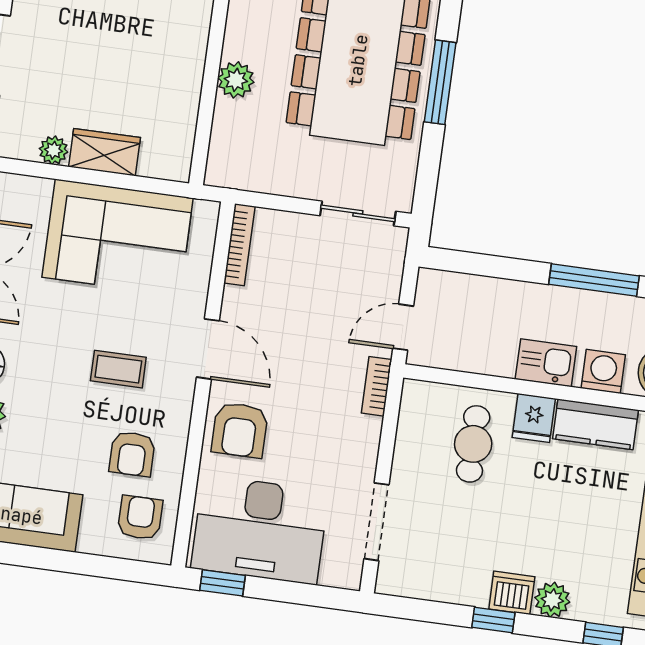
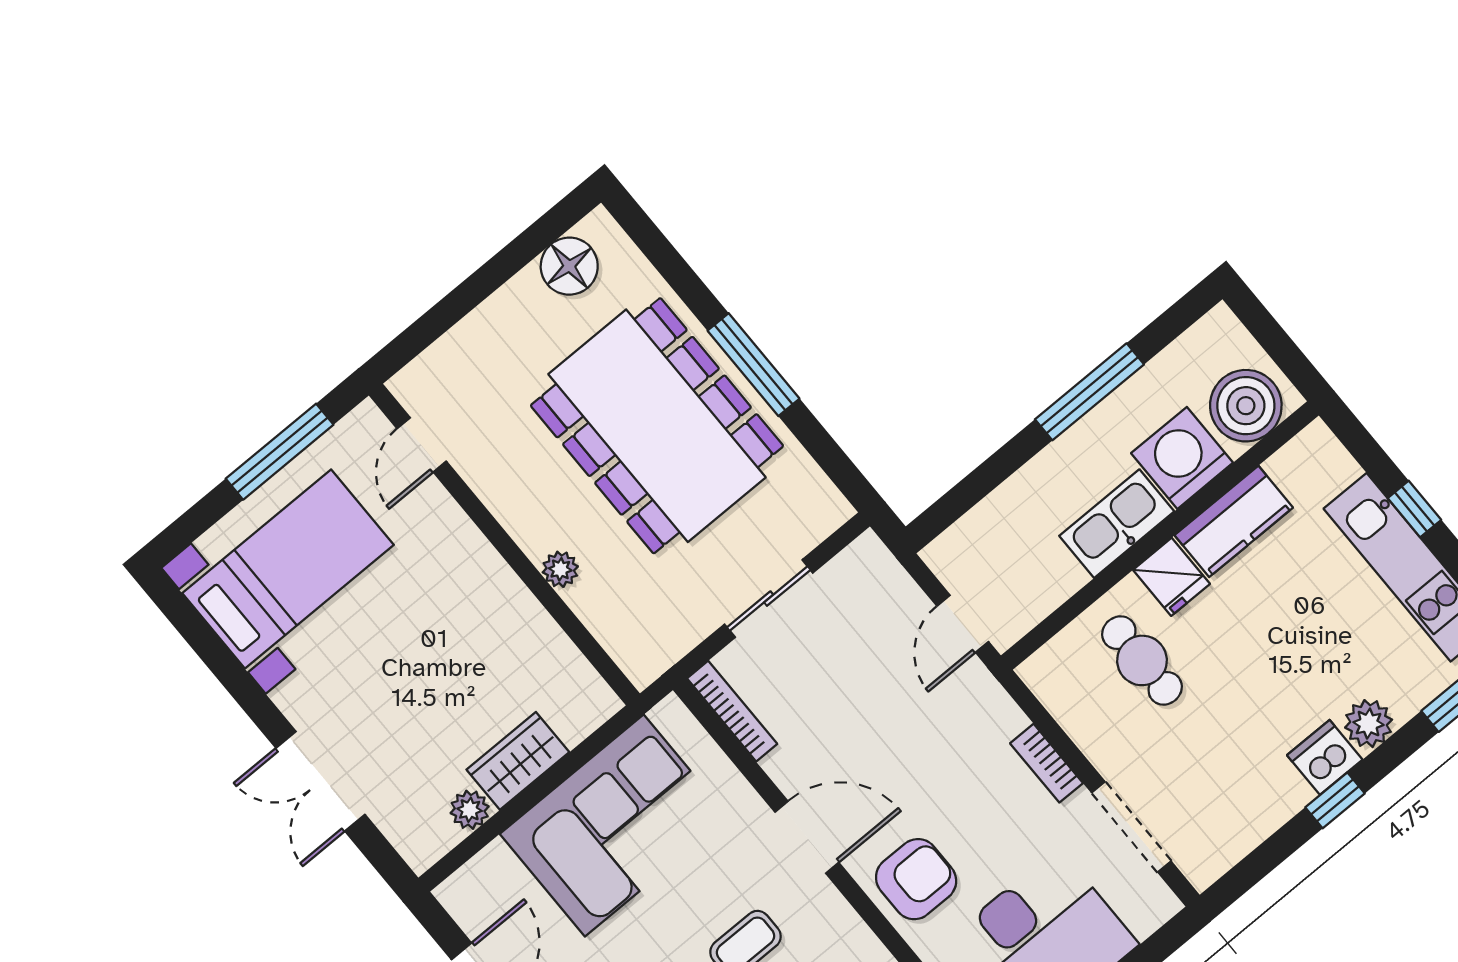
plant: (236, 80) -> (560, 569), width x0.73, depth x0.73
sliding door: (358, 213) -> (769, 599), moved
kitchen sink: (546, 363) -> (1117, 524), width x1.38
washing machine: (603, 371) -> (1182, 458), width x1.37, depth x1.37
bookcase: (377, 386) -> (1046, 763), moved
armchair: (240, 430) -> (916, 879), turned -90

